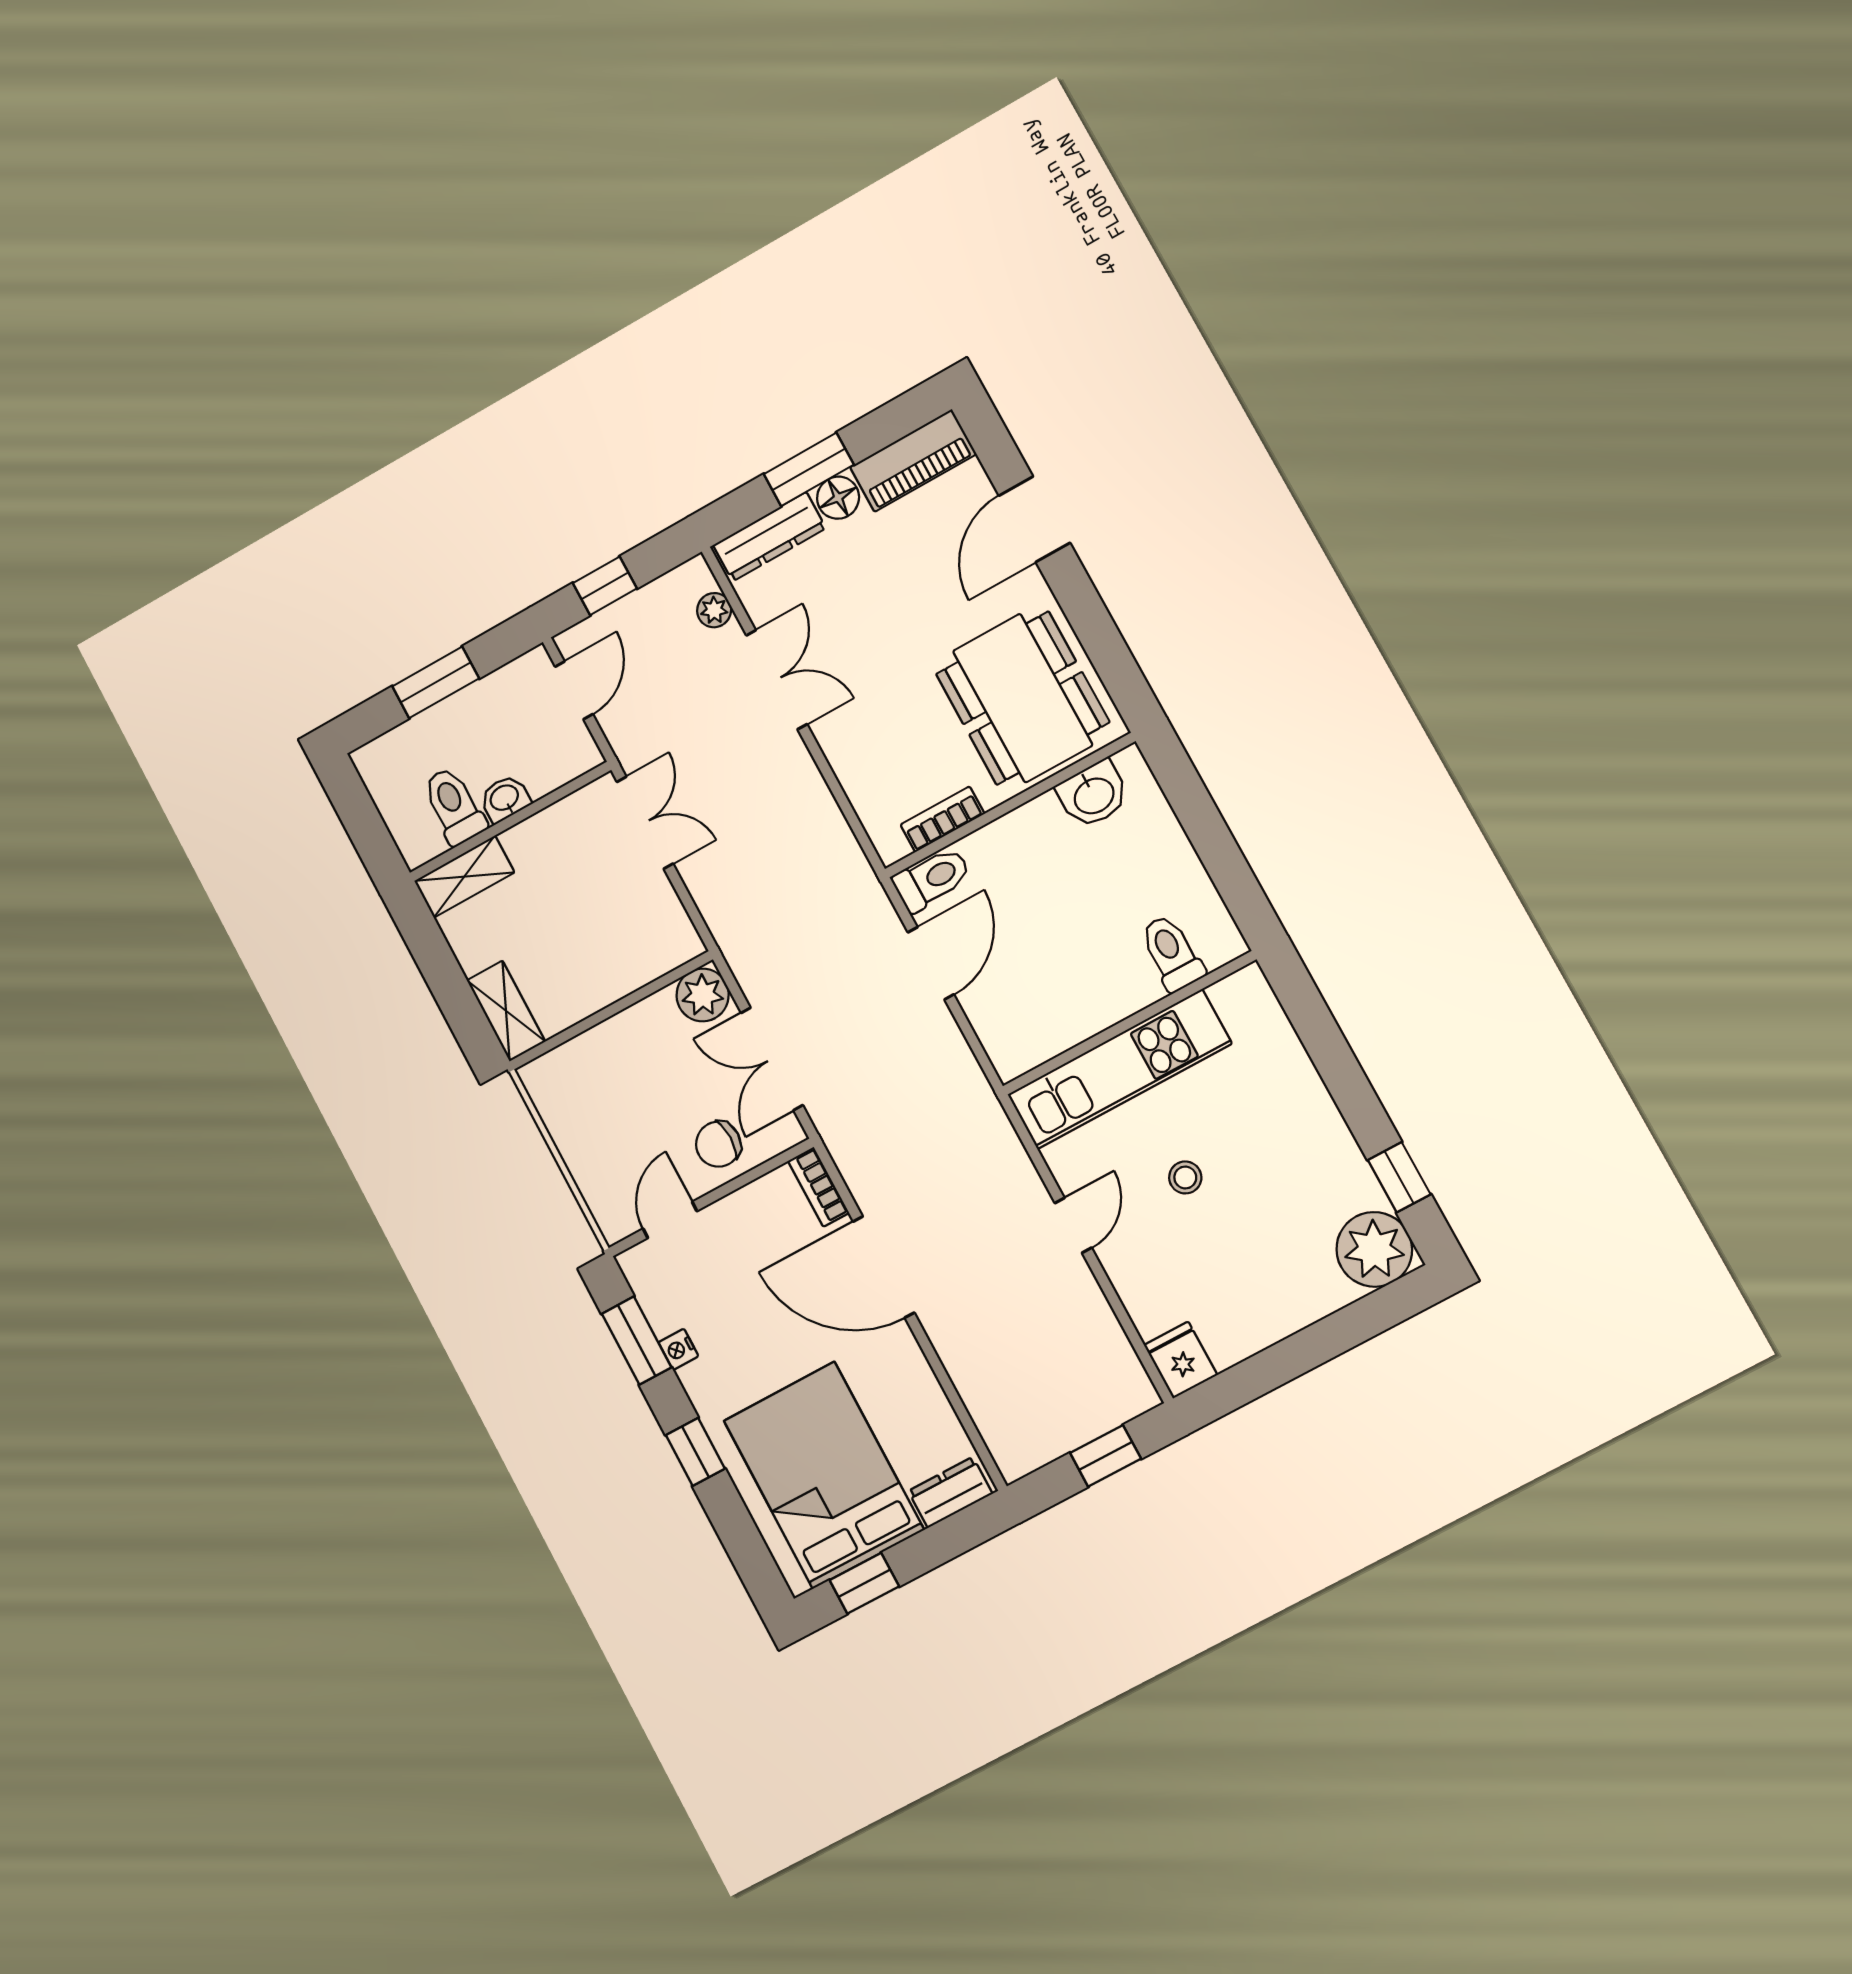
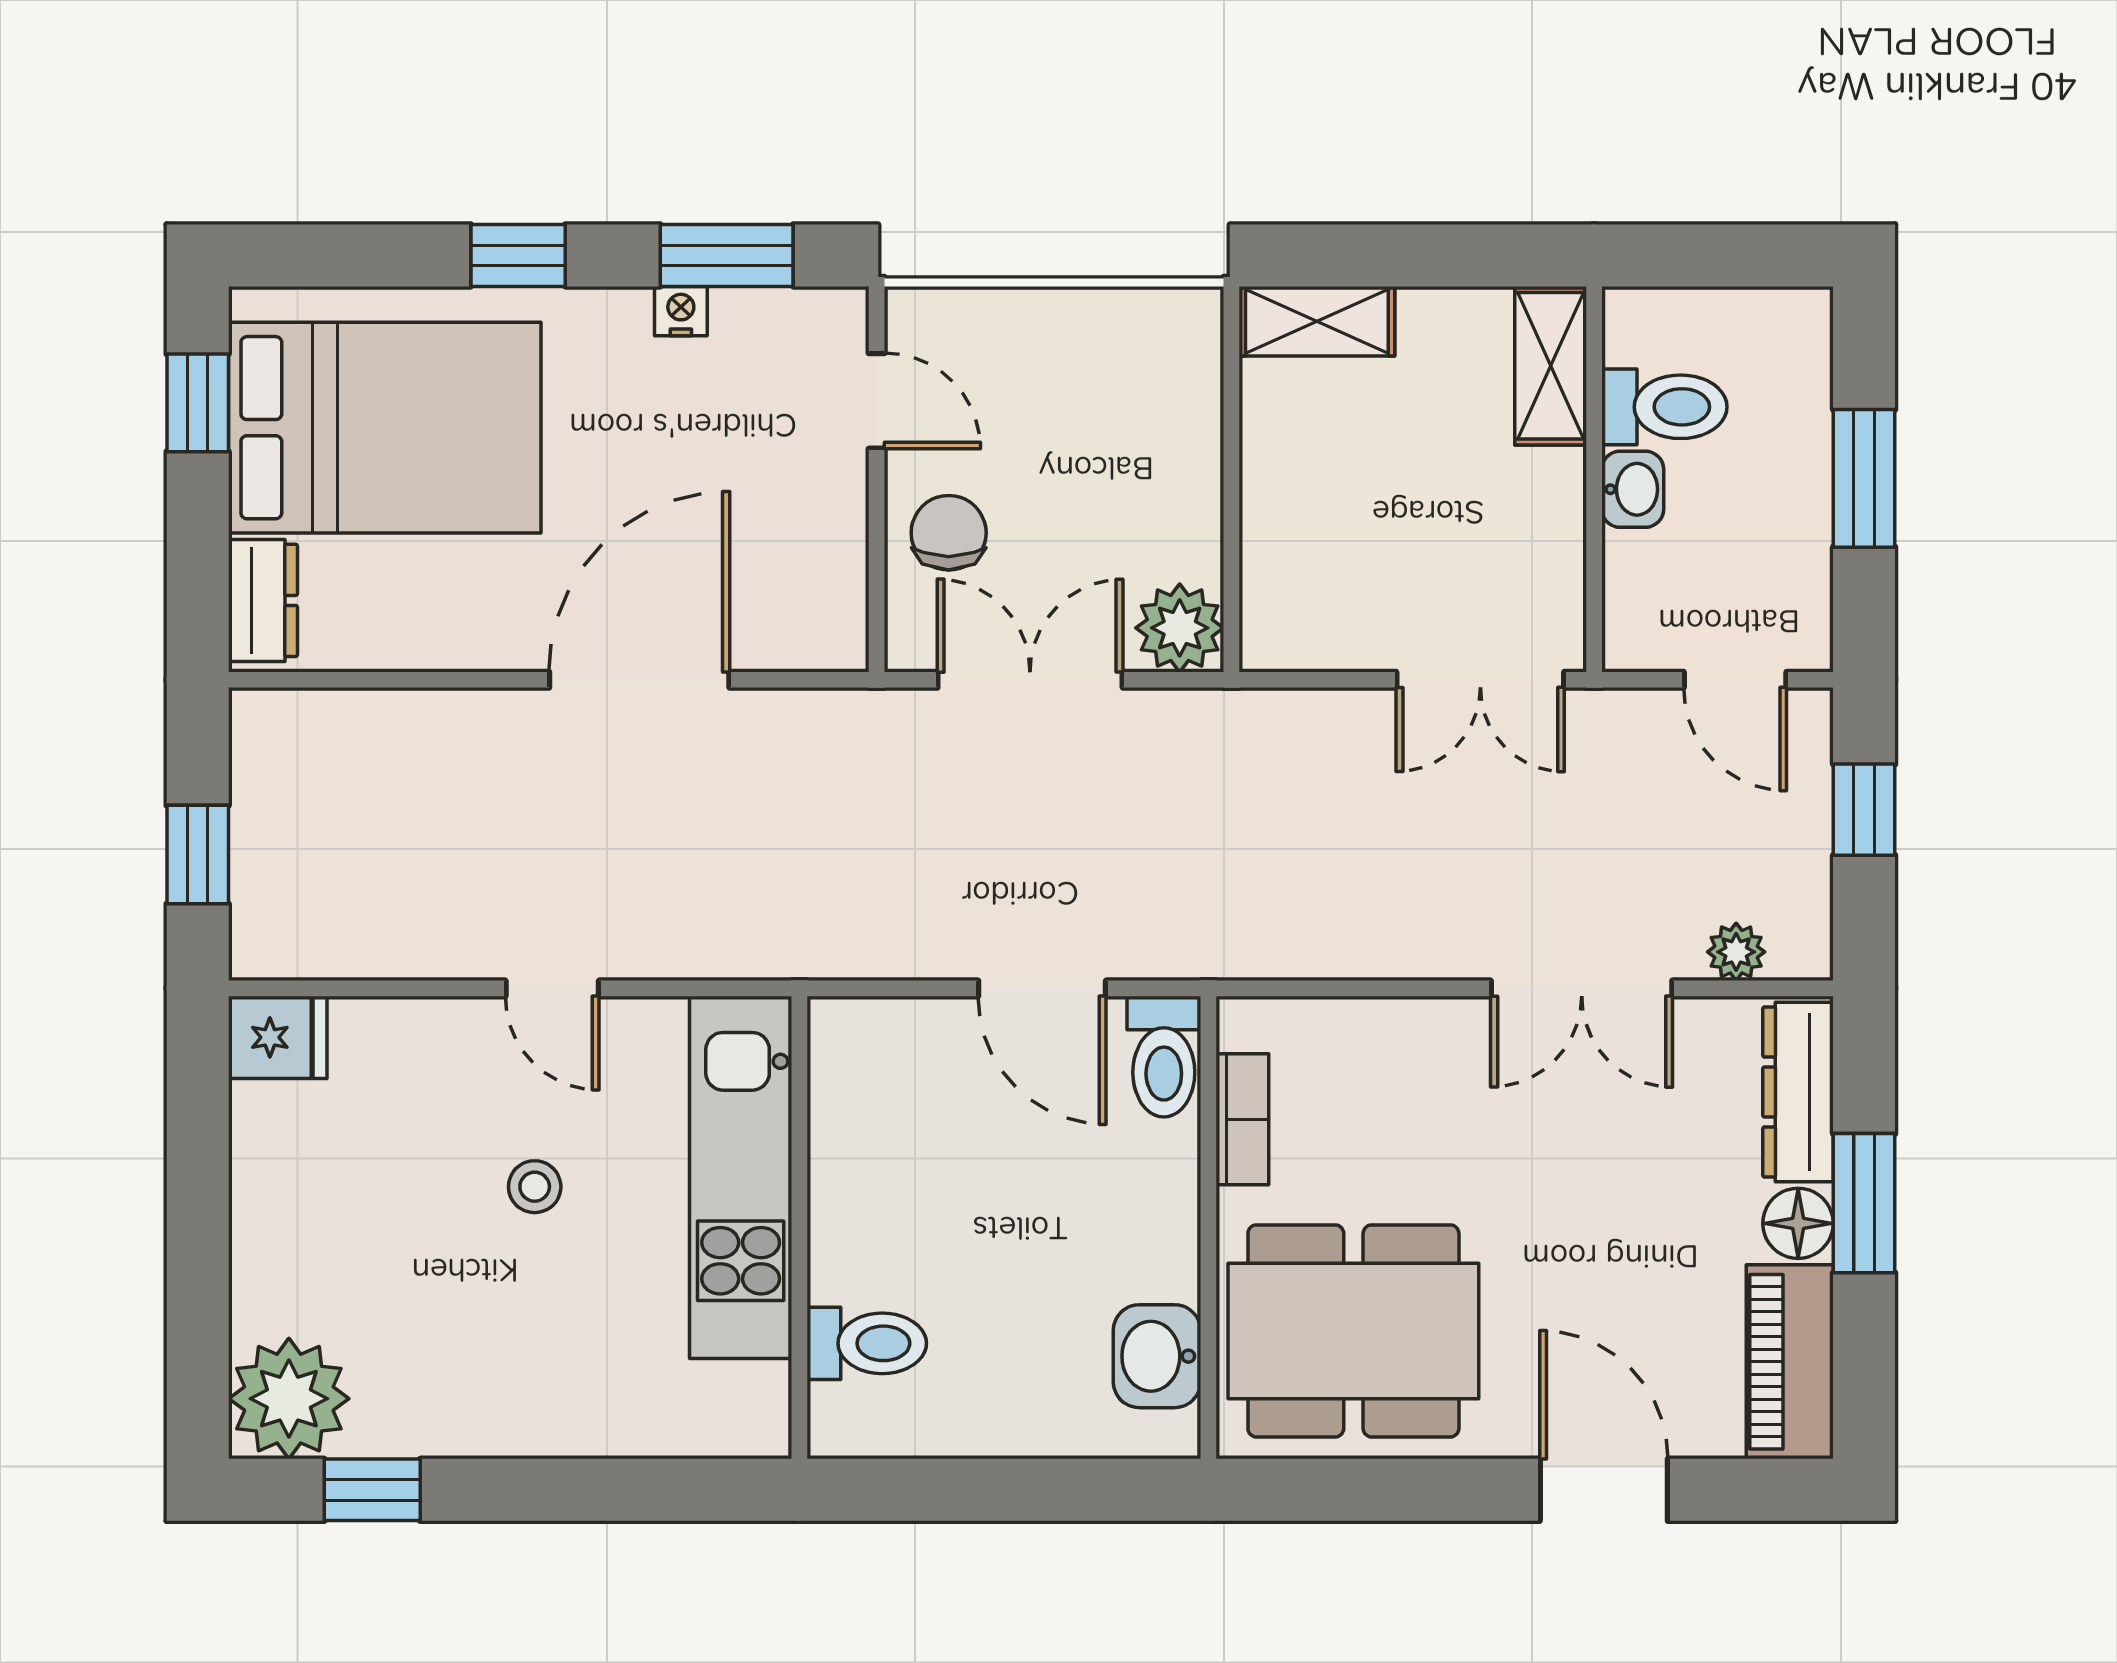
bookcase: (818, 1187) -> (807, 647), removed

